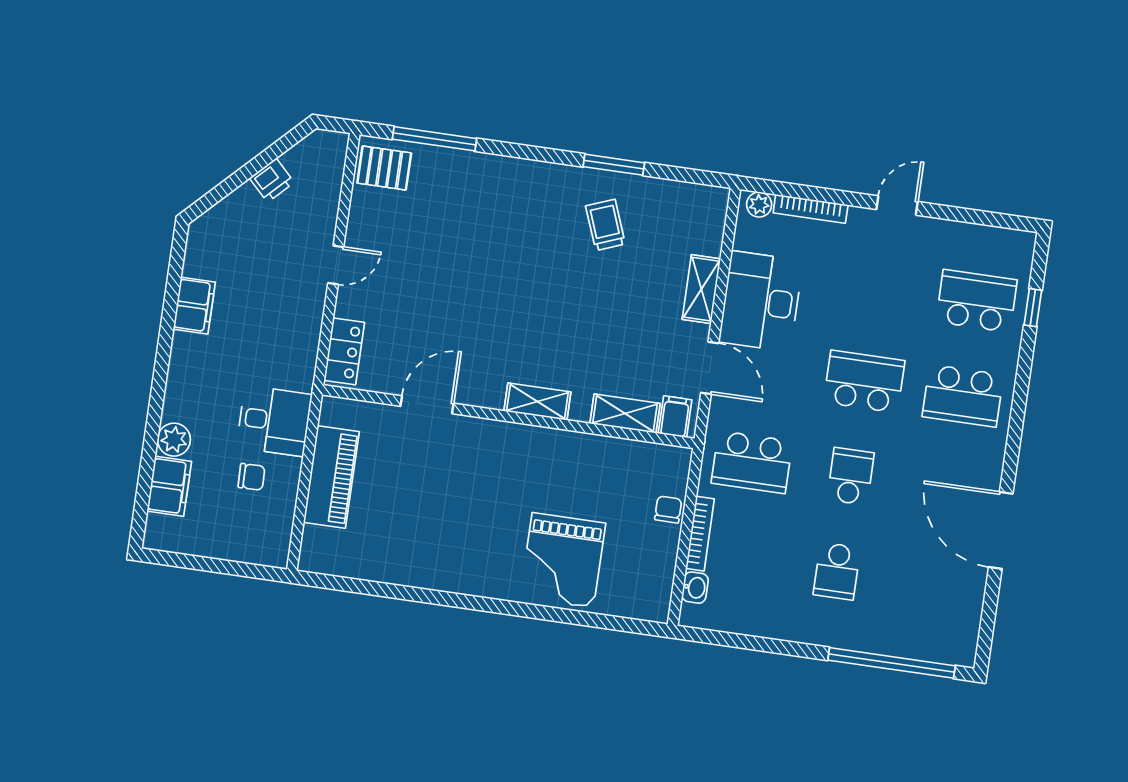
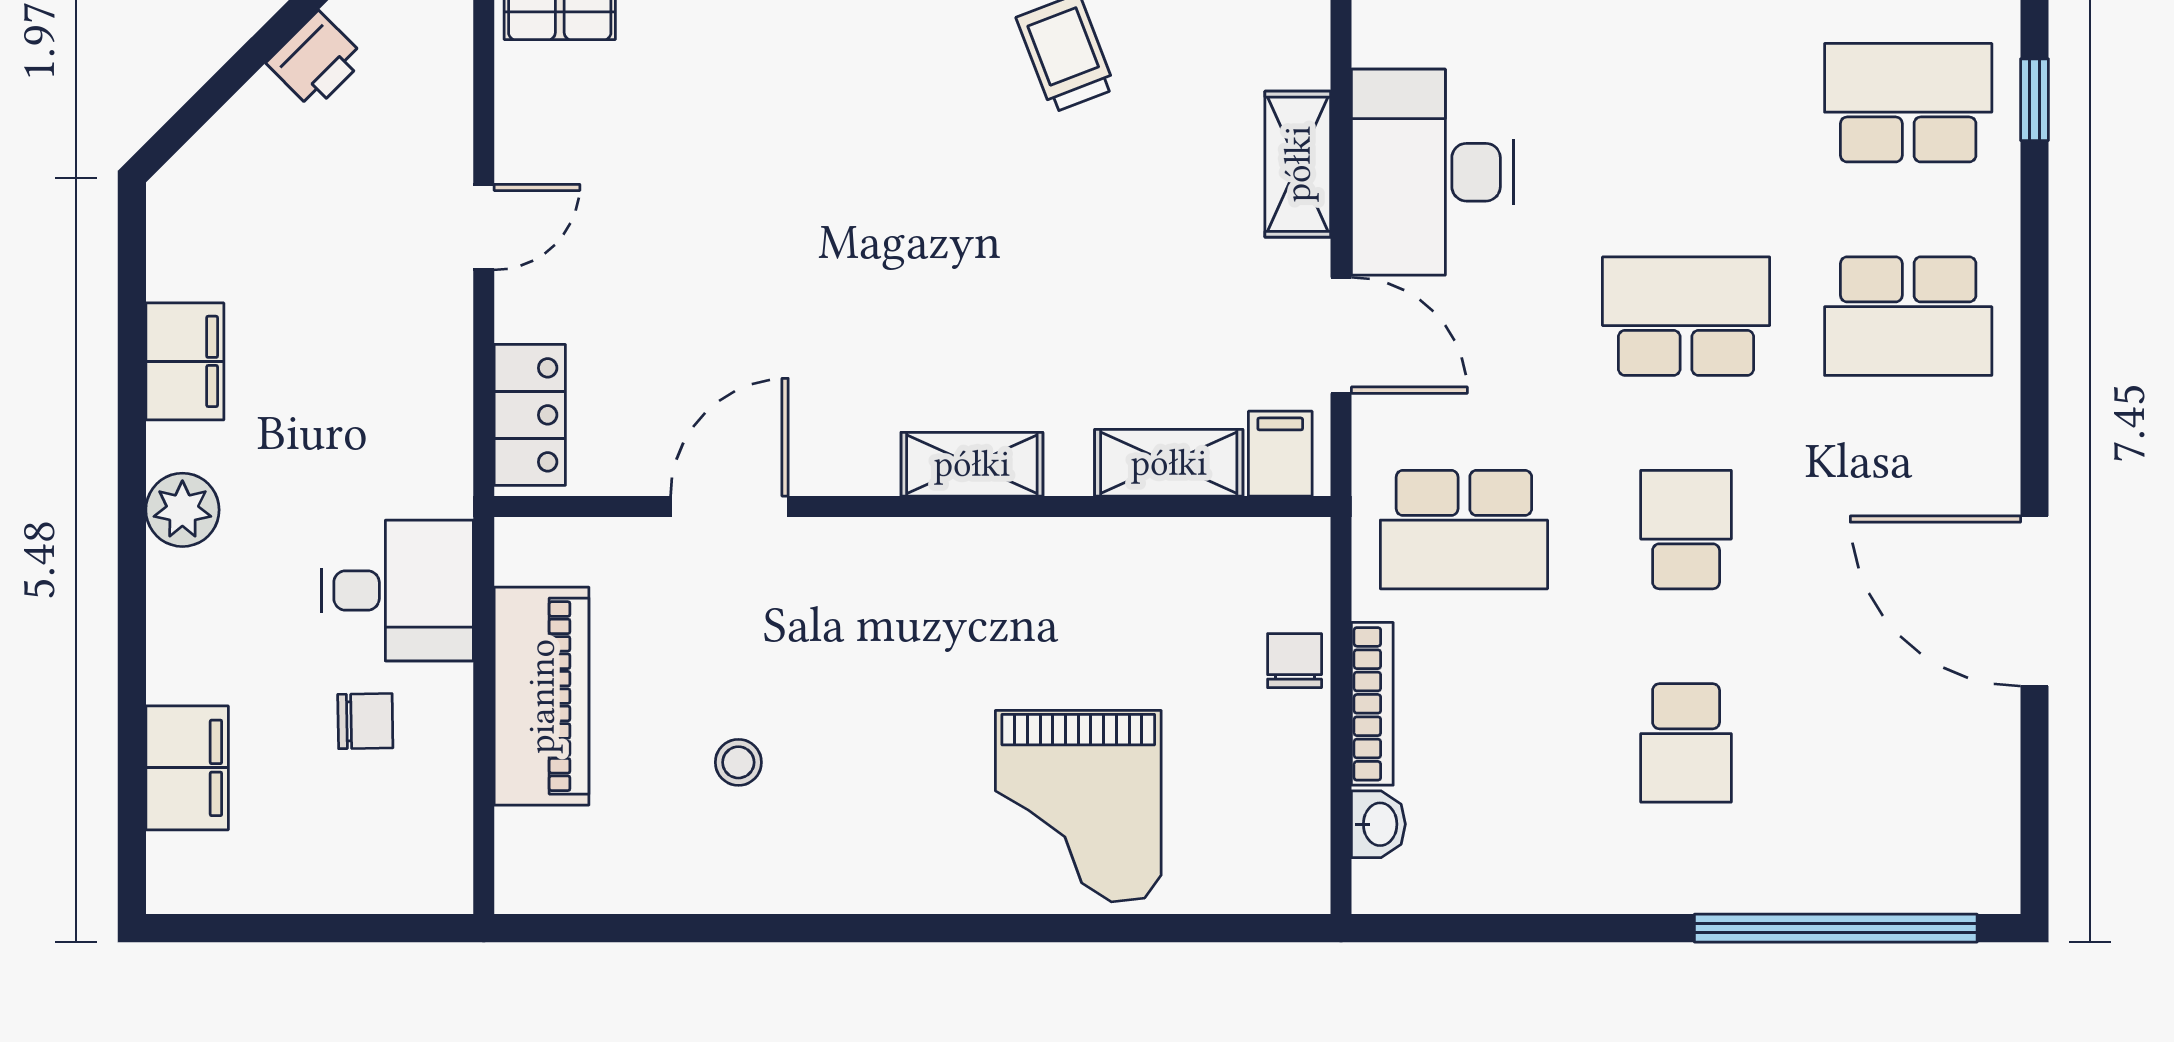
plant: (174, 440) -> (182, 510), moved
stool: (415, 519) -> (738, 762), added

